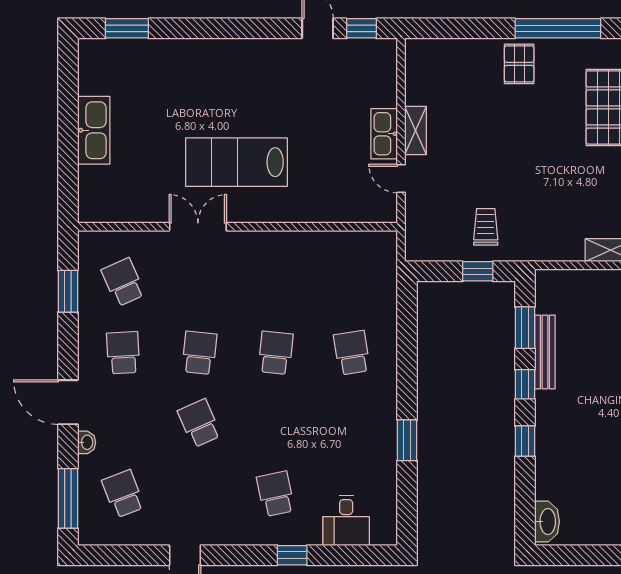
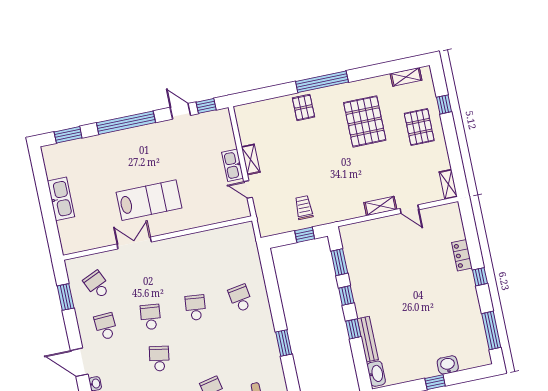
window: (225, 28) -> (126, 123), added
lab bench: (236, 162) -> (149, 200), turned 180
bench: (545, 352) -> (368, 339), moved
school desk: (199, 423) -> (159, 359), turned 33

